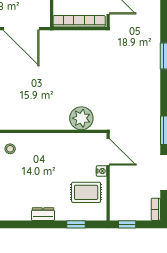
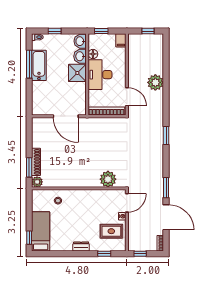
door: (108, 152) -> (127, 203), hinge flipped

